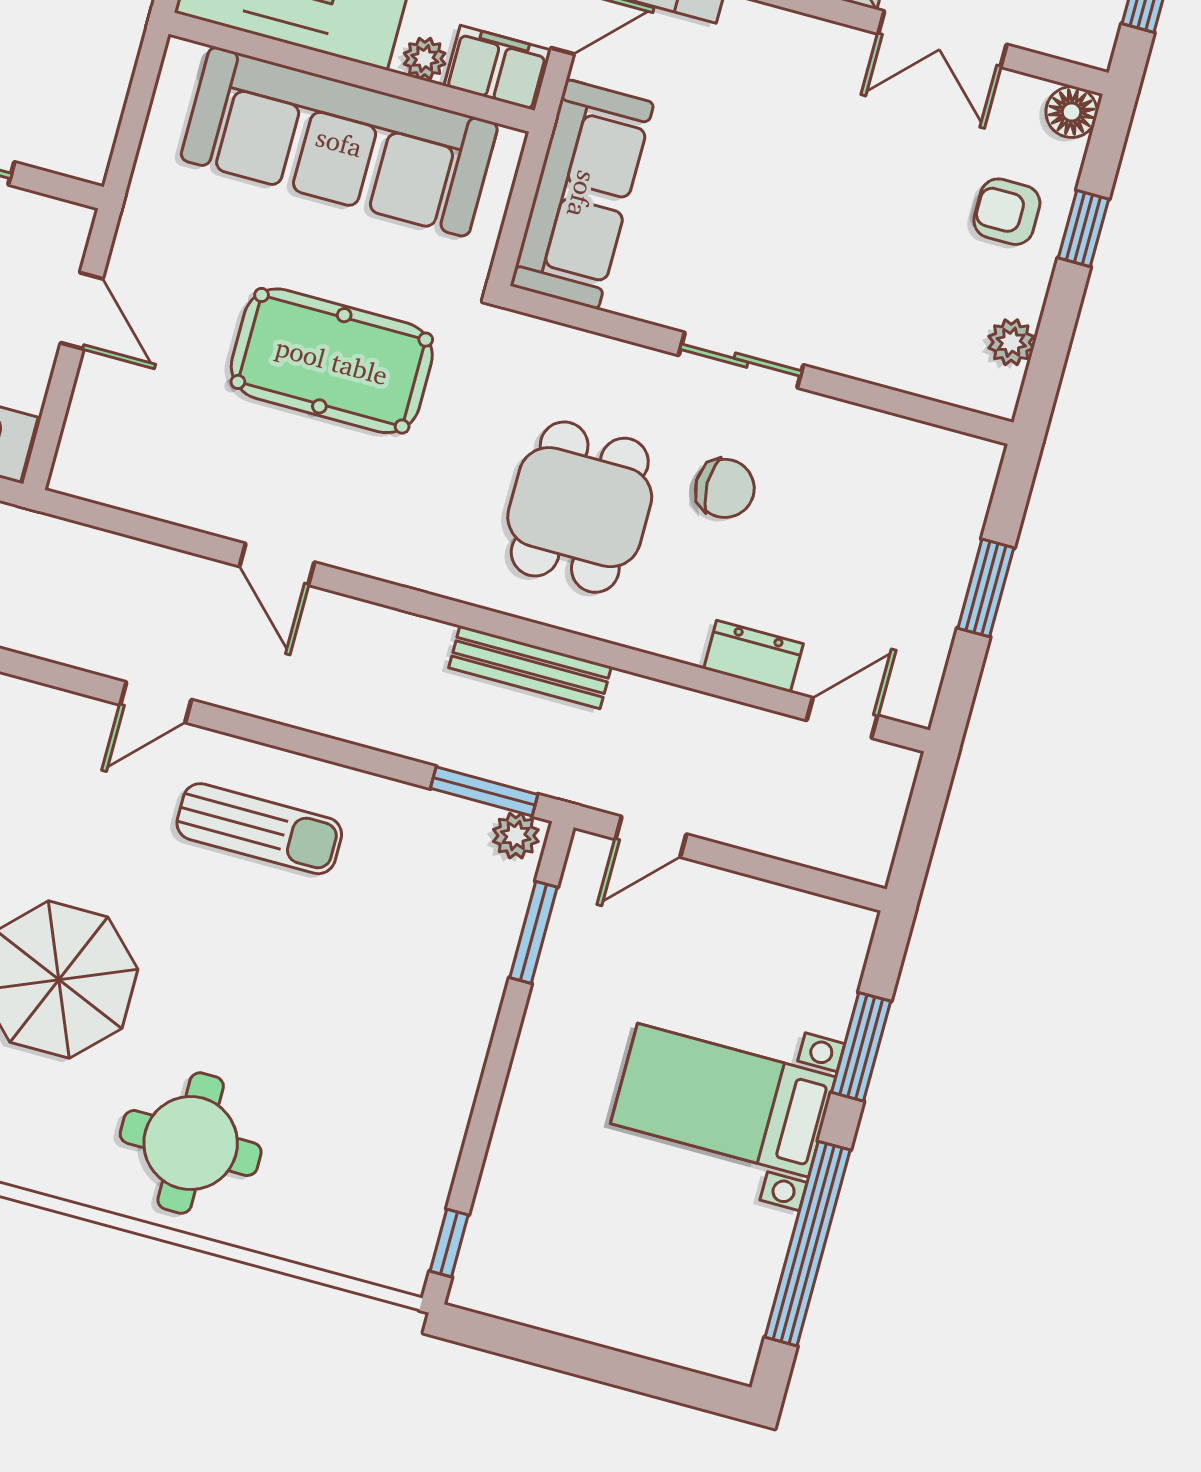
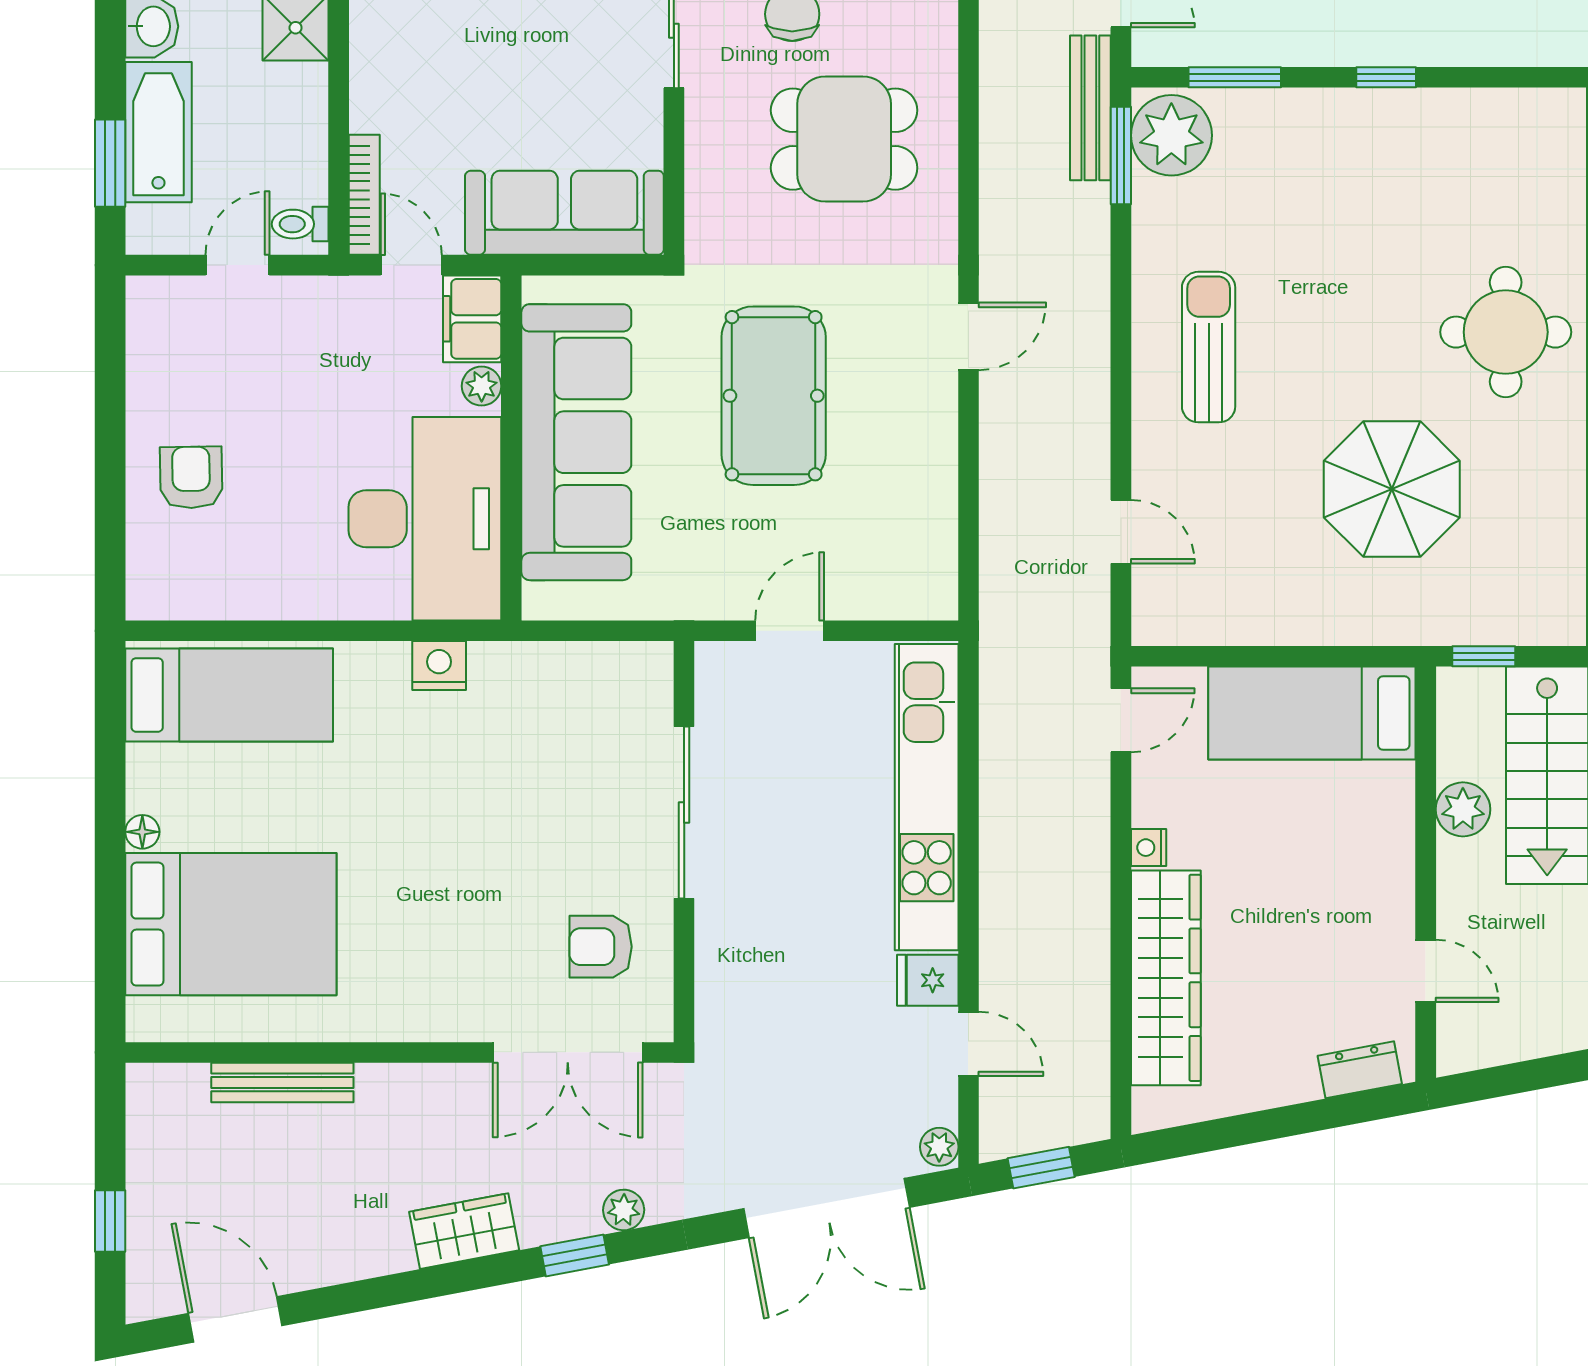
door: (277, 564) -> (968, 336), moved
bench: (530, 667) -> (1090, 108), moved
door: (156, 702) -> (1121, 532), moved
plant: (516, 836) -> (1171, 135), width x1.87, depth x1.87
window: (449, 1243) -> (1386, 77), moved

